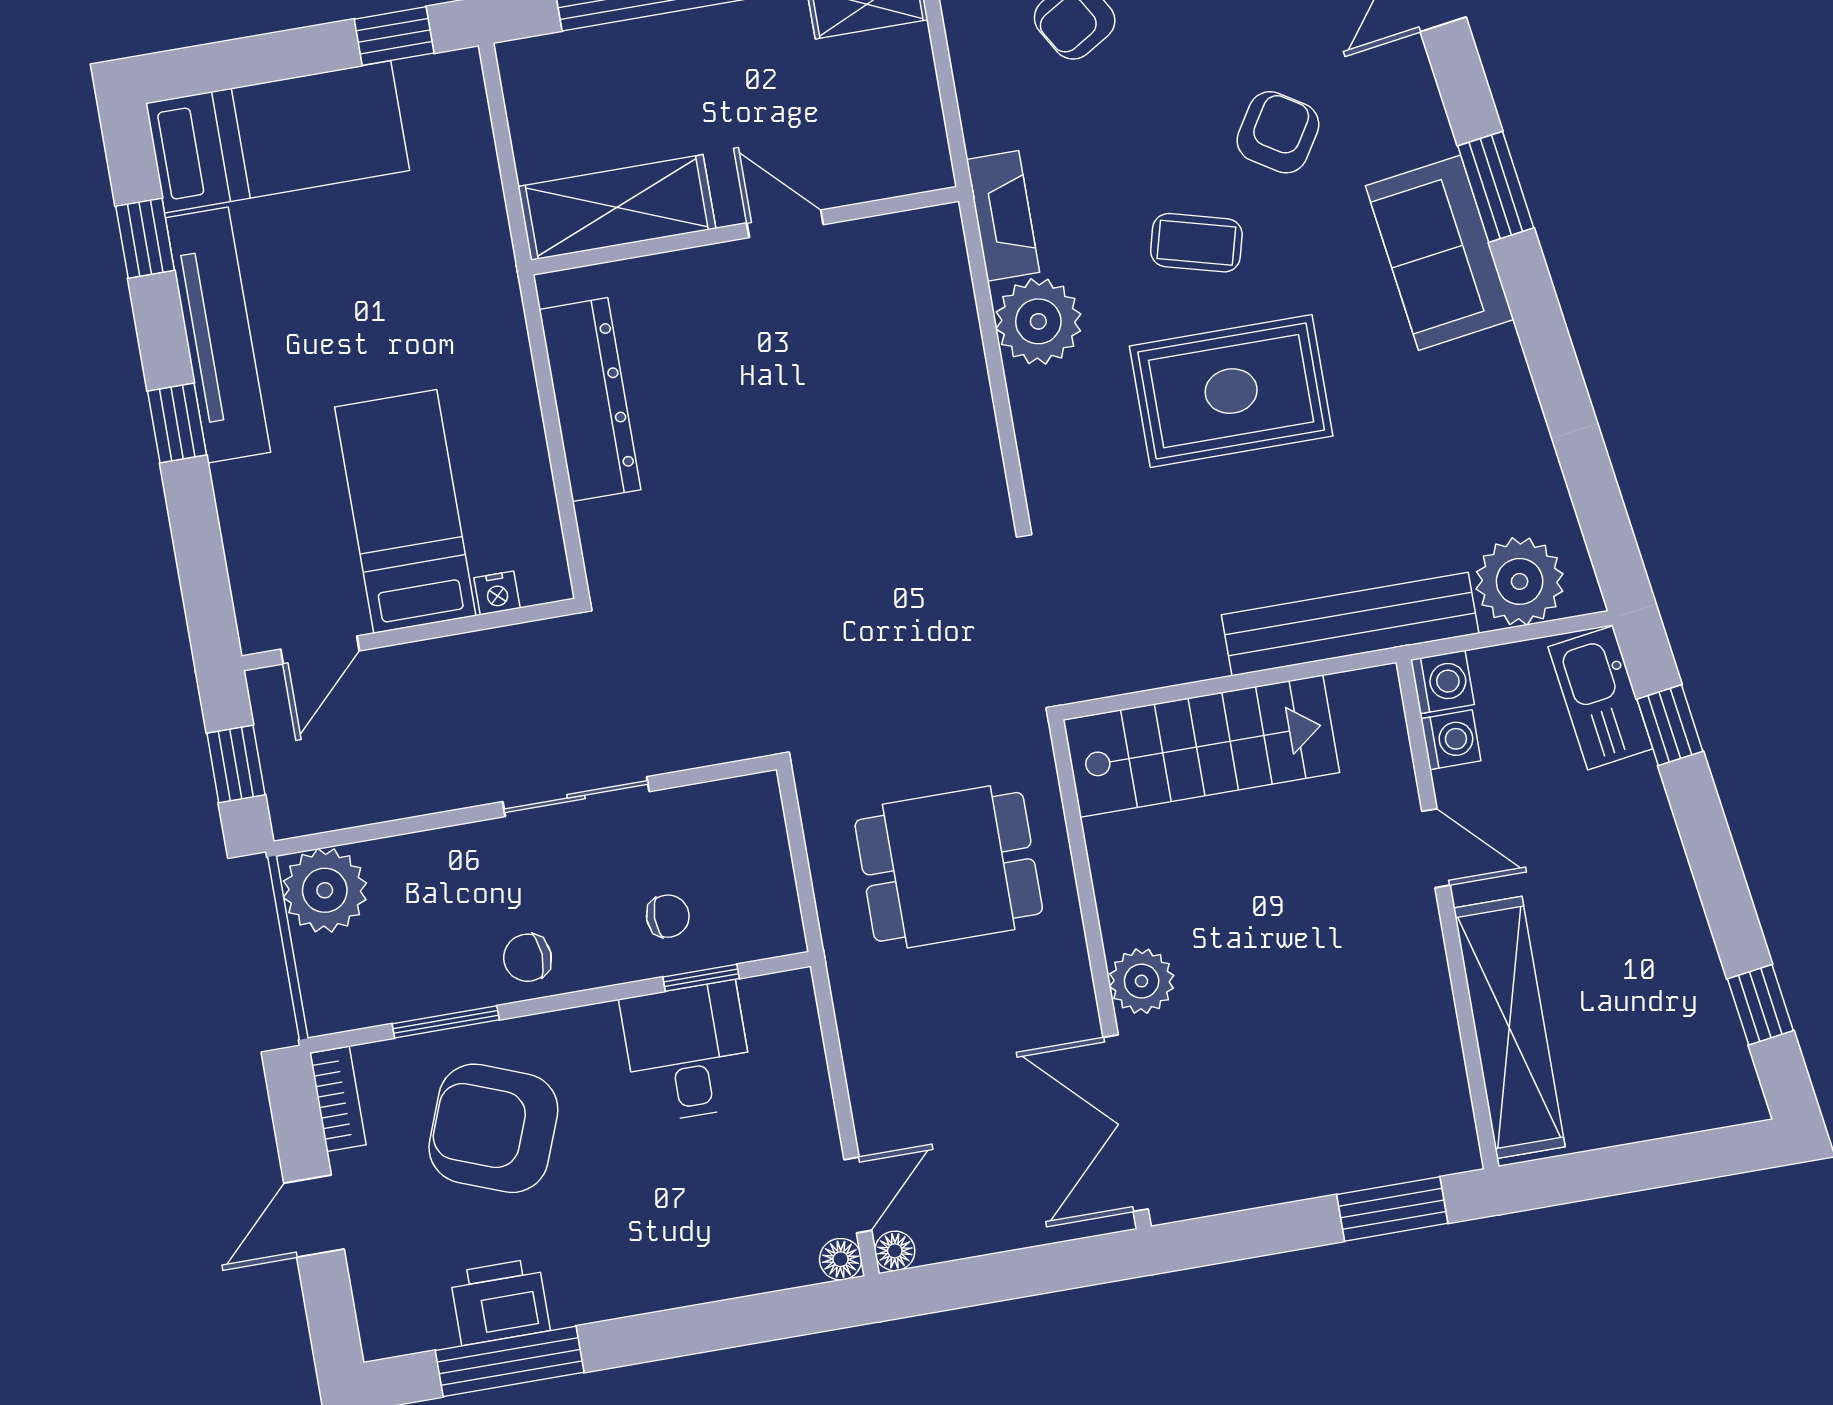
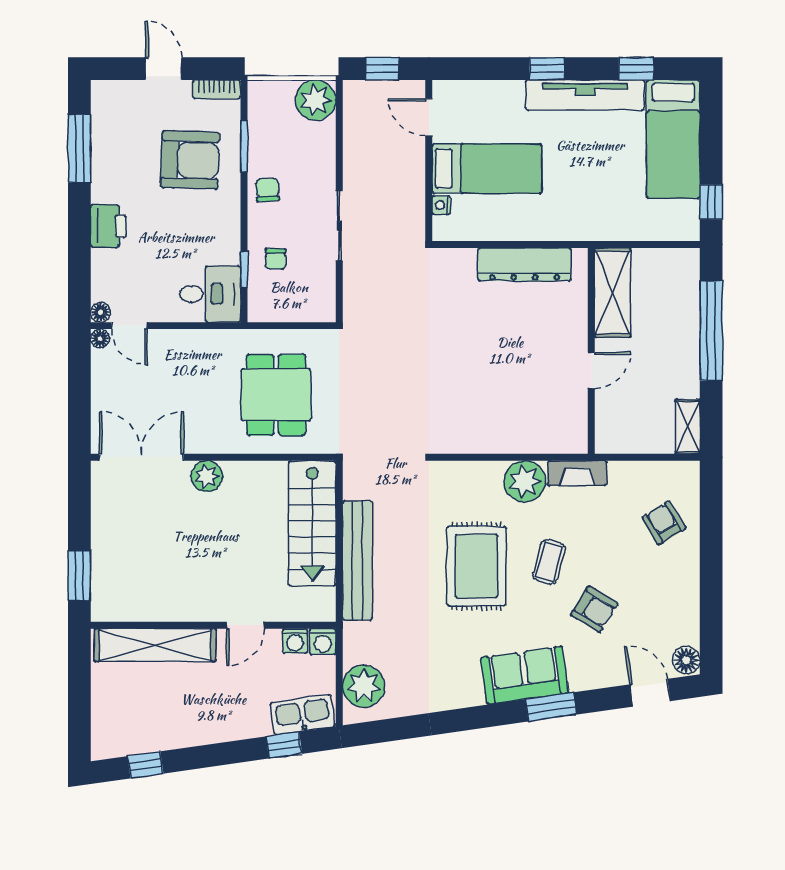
bench: (1350, 624) -> (357, 561), moved
desk: (688, 1052) -> (210, 294), moved
armchair: (493, 1128) -> (190, 160), turned 71
printer: (500, 1302) -> (108, 226), moved

